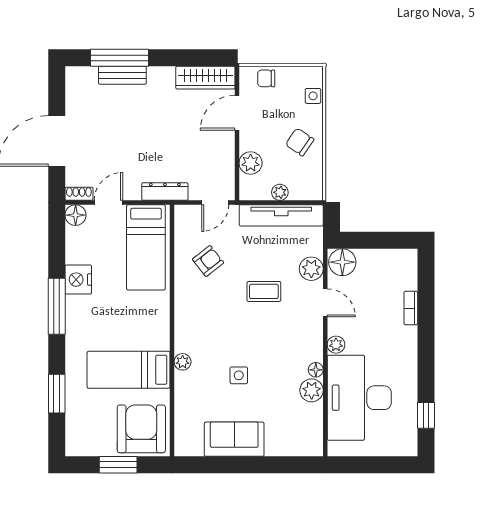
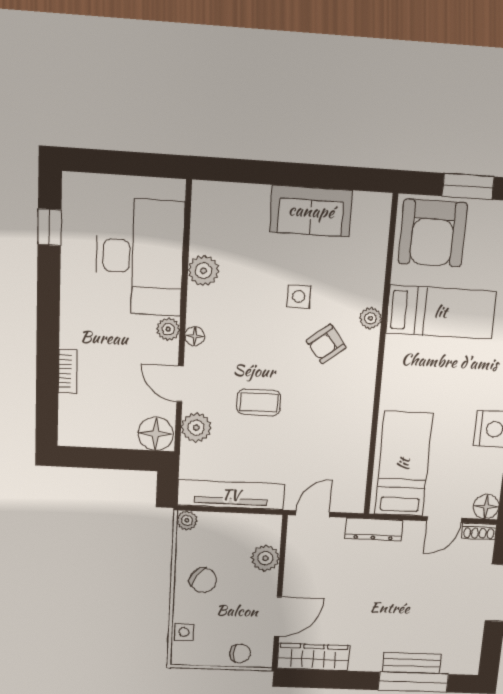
plant: (280, 192) -> (187, 520), moved
armchair: (208, 261) -> (326, 344), moved
floor lamp: (316, 370) -> (195, 336), moved

